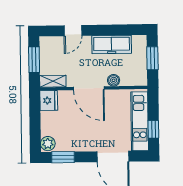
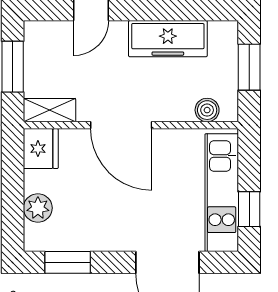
boiler: (114, 80) -> (207, 110), moved
plant: (48, 144) -> (38, 208), moved

